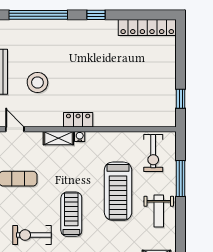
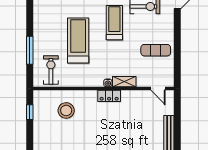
stool: (37, 82) -> (66, 110), moved
weight bench: (159, 211) -> (47, 25), removed
treadmill: (71, 214) -> (114, 23), turned 180

